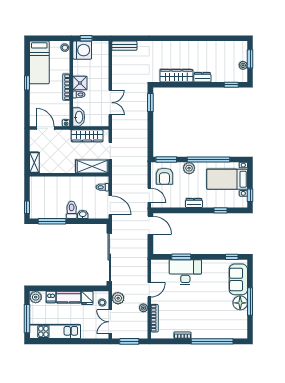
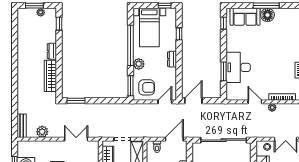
plant: (118, 298) -> (42, 132), moved

